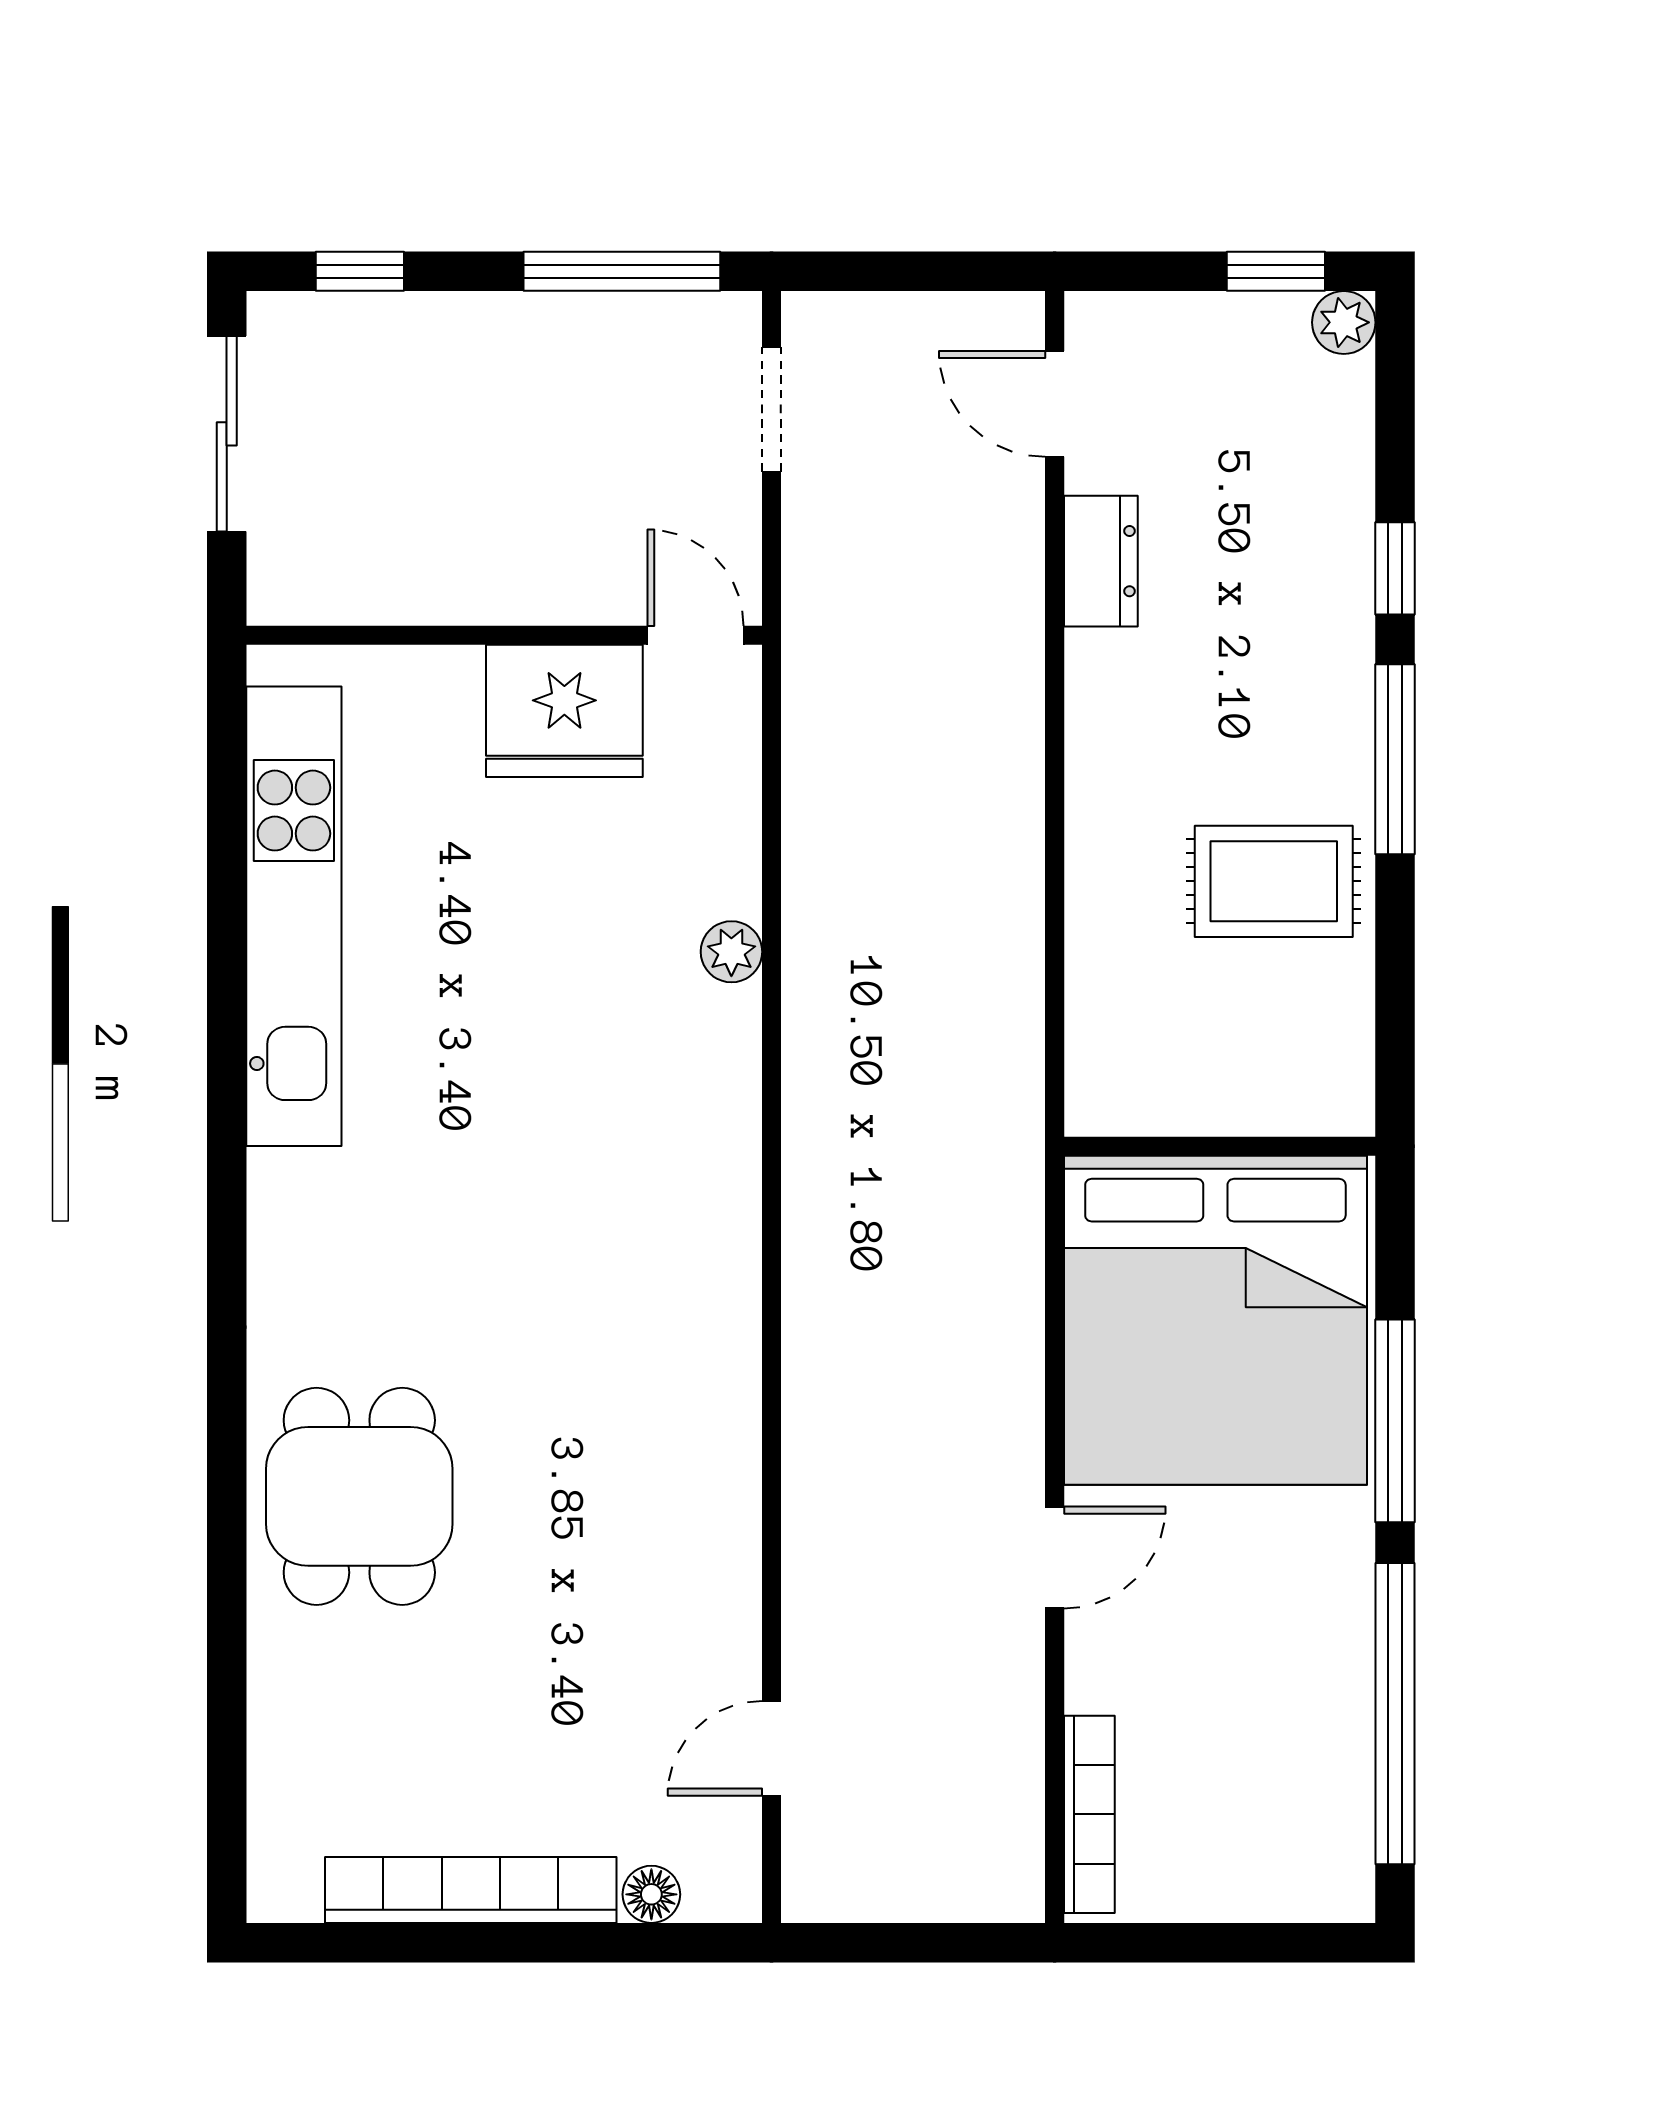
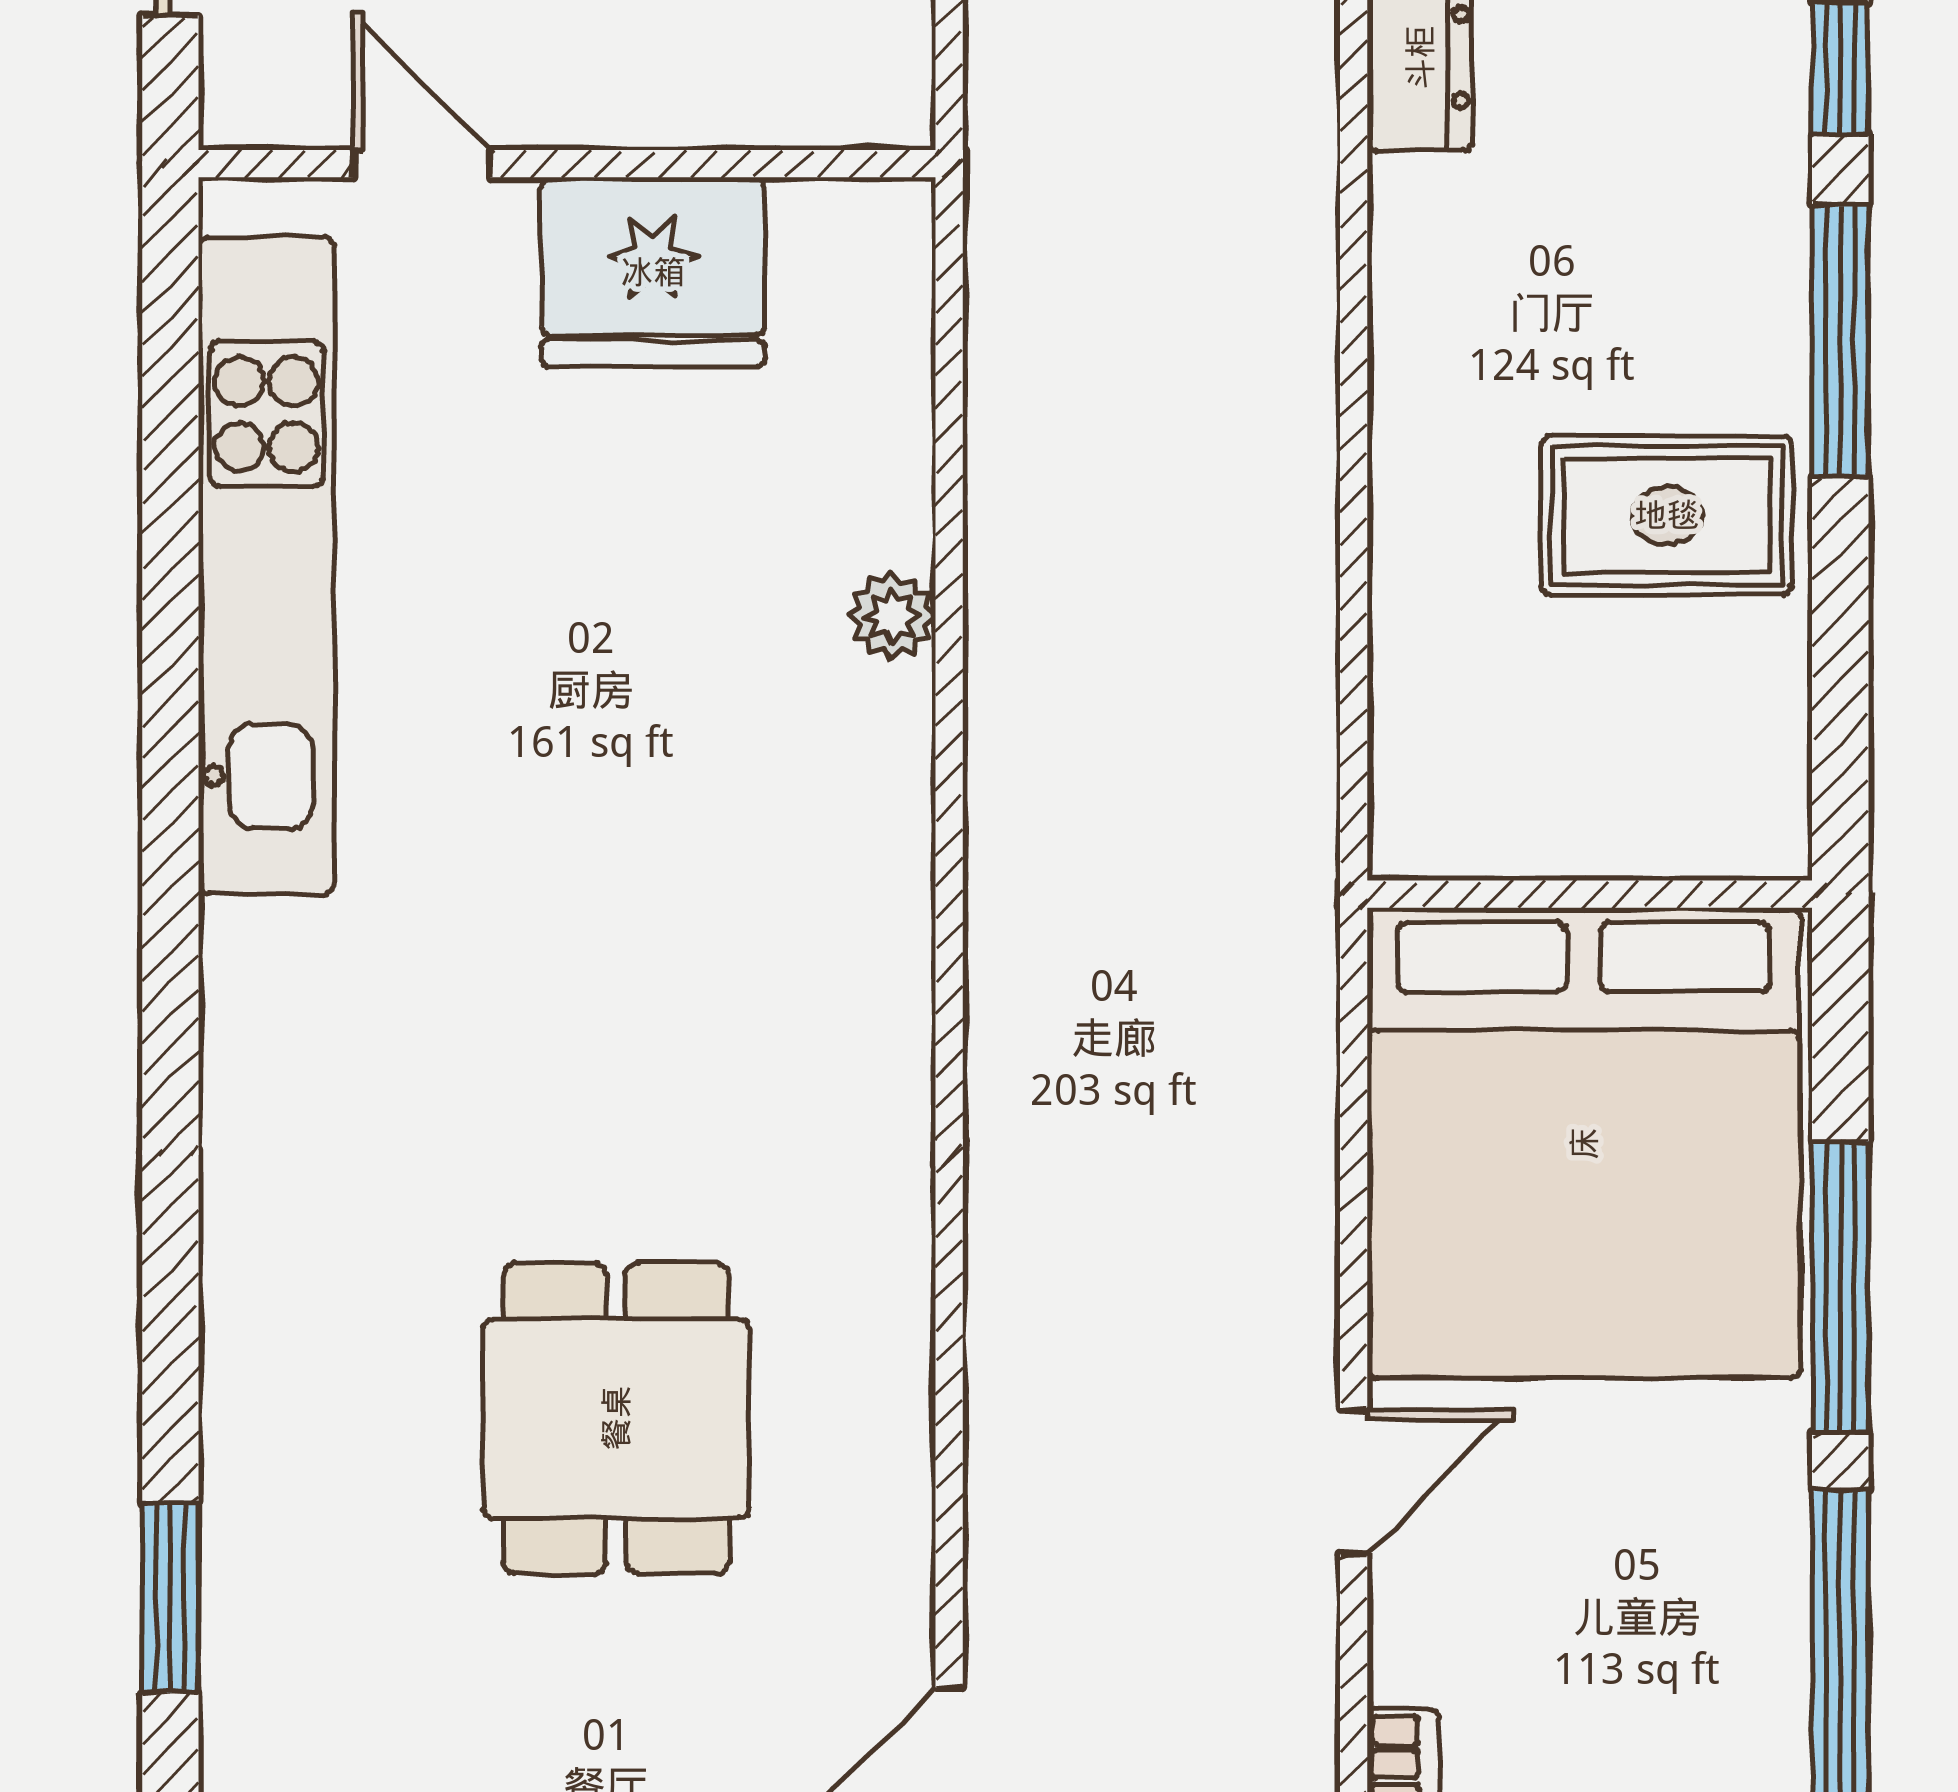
door: (695, 635) -> (421, 164), moved
dining table: (359, 1496) -> (616, 1418), moved
window: (227, 1639) -> (170, 1598), added

